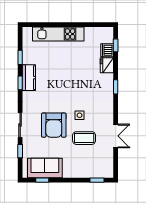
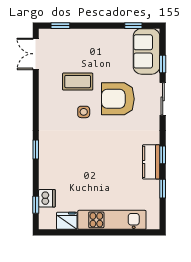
fridge: (107, 65) -> (67, 221), moved, turned -90
armchair: (54, 125) -> (118, 99), turned -90
double door: (116, 136) -> (36, 54), moved
sofa: (45, 168) -> (147, 51), moved, turned 90

